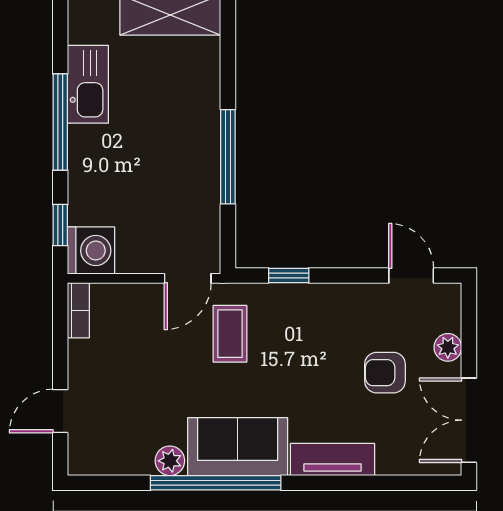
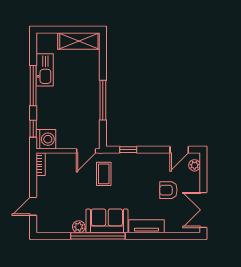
door: (411, 276) -> (179, 150), swing flipped
plant: (448, 347) -> (195, 165), moved

